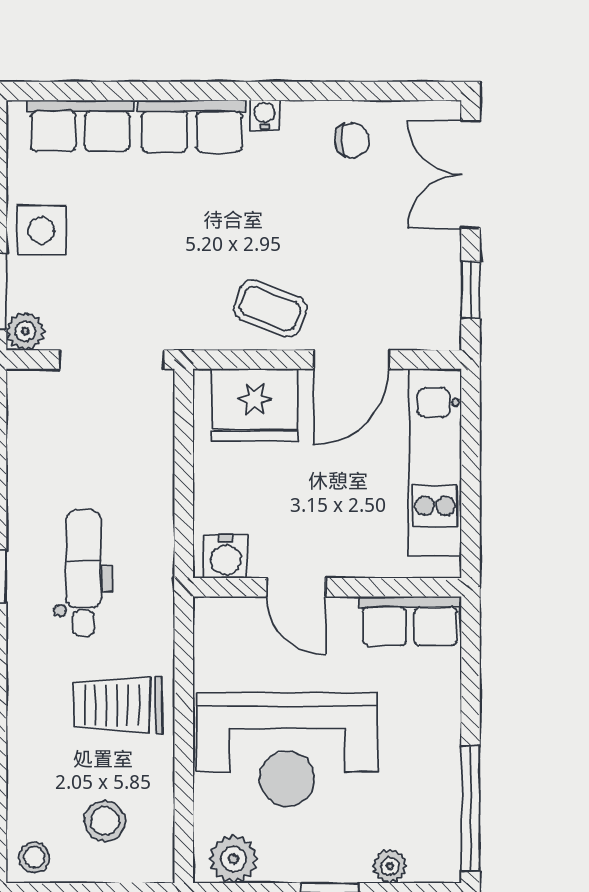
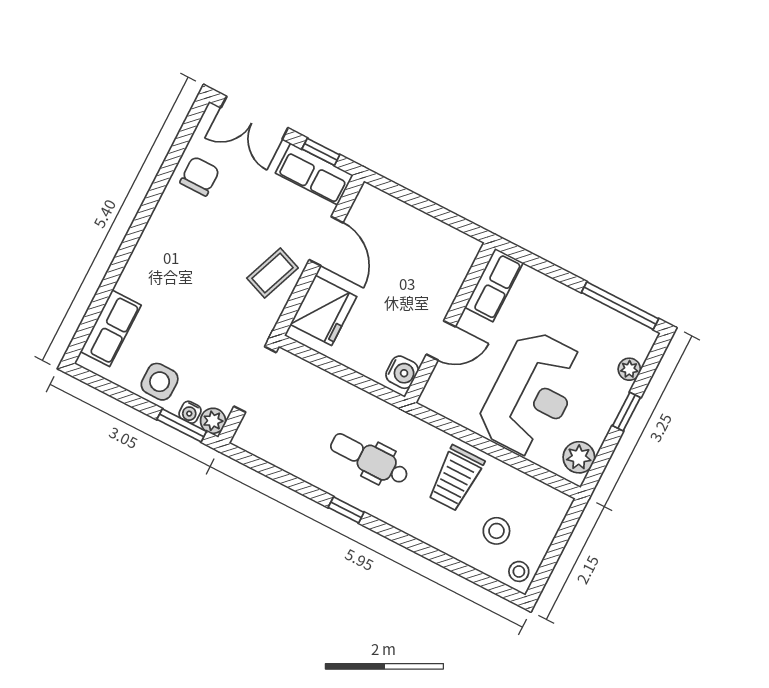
water cooler: (265, 115) -> (190, 412), moved, turned -90
row of seats: (192, 126) -> (314, 174), moved, turned 90
chair: (352, 140) -> (200, 176), width x1.37, depth x1.37
kitchen unit: (435, 463) -> (410, 224), removed
stool: (105, 821) -> (496, 531), moved

